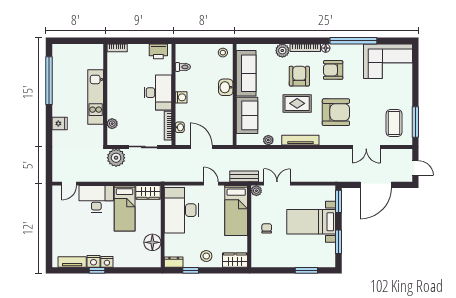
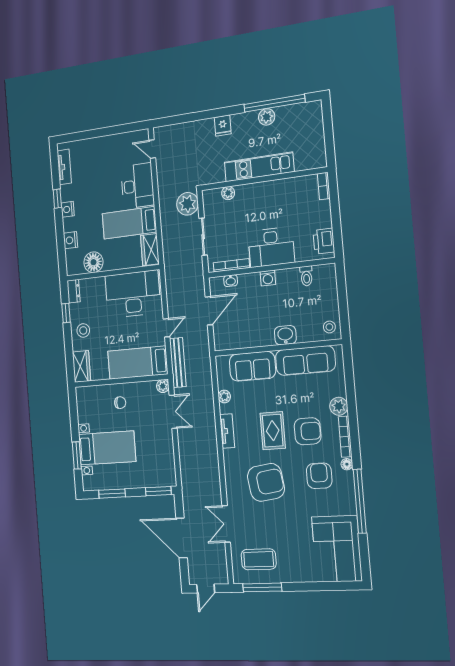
plant: (58, 88) -> (267, 117), added
armchair: (336, 112) -> (266, 482), turned -98
tv unit: (300, 140) -> (227, 431), width x0.71
bench: (244, 176) -> (178, 363), width x1.36
bed with nightstands: (311, 222) -> (107, 448), moved, turned 90
nightstand: (94, 261) -> (70, 240), moved

